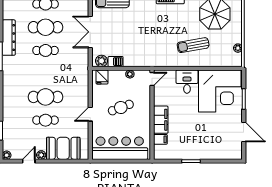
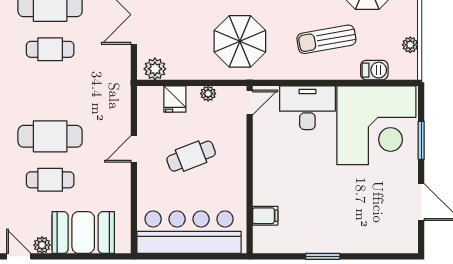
parasol: (147, 46) -> (240, 41), added
barbecue: (116, 62) -> (374, 70), moved
fridge: (102, 77) -> (175, 99), moved
desk: (187, 82) -> (307, 108), width x1.37
door: (90, 114) -> (134, 149), moved
filing cabinet: (161, 120) -> (266, 179), removed
door: (29, 161) -> (19, 256), hinge flipped

